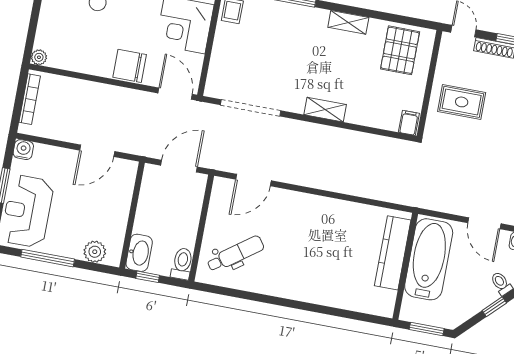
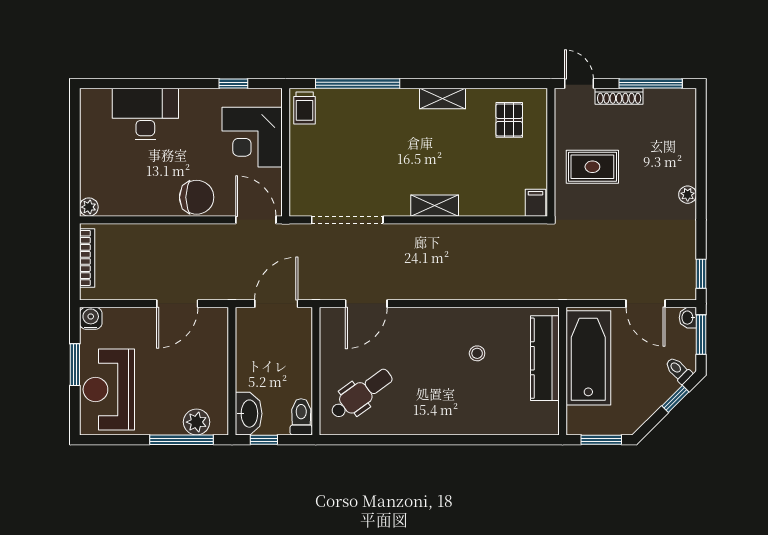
pallet: (400, 50) -> (509, 120), width x0.67, depth x0.71
chair: (130, 66) -> (197, 197), turned 180
stool: (337, 238) -> (477, 353), added
window: (48, 258) -> (182, 440), moved

